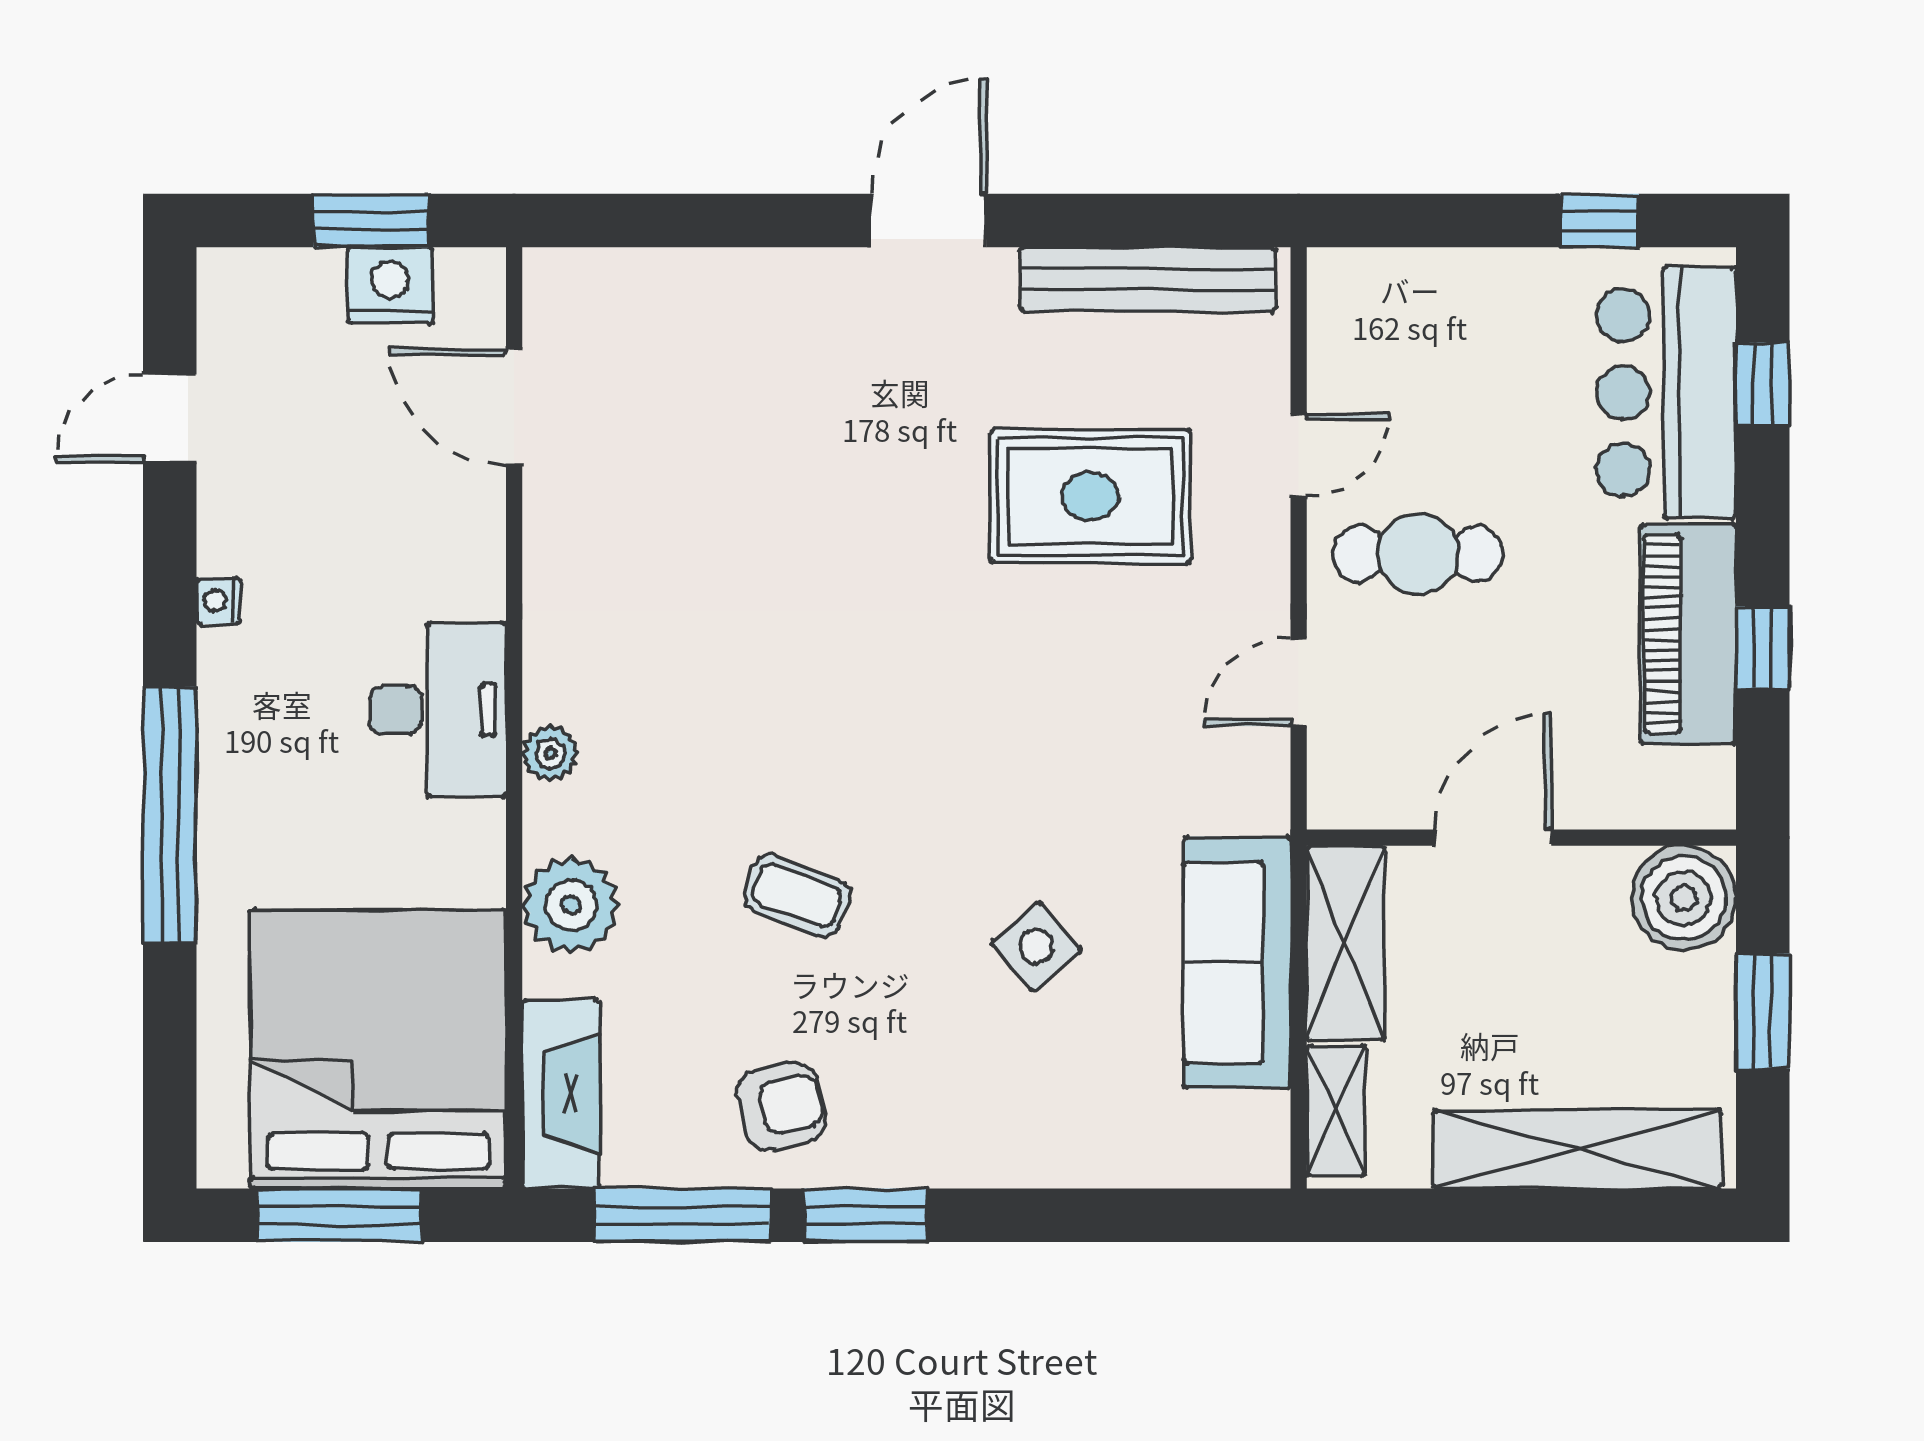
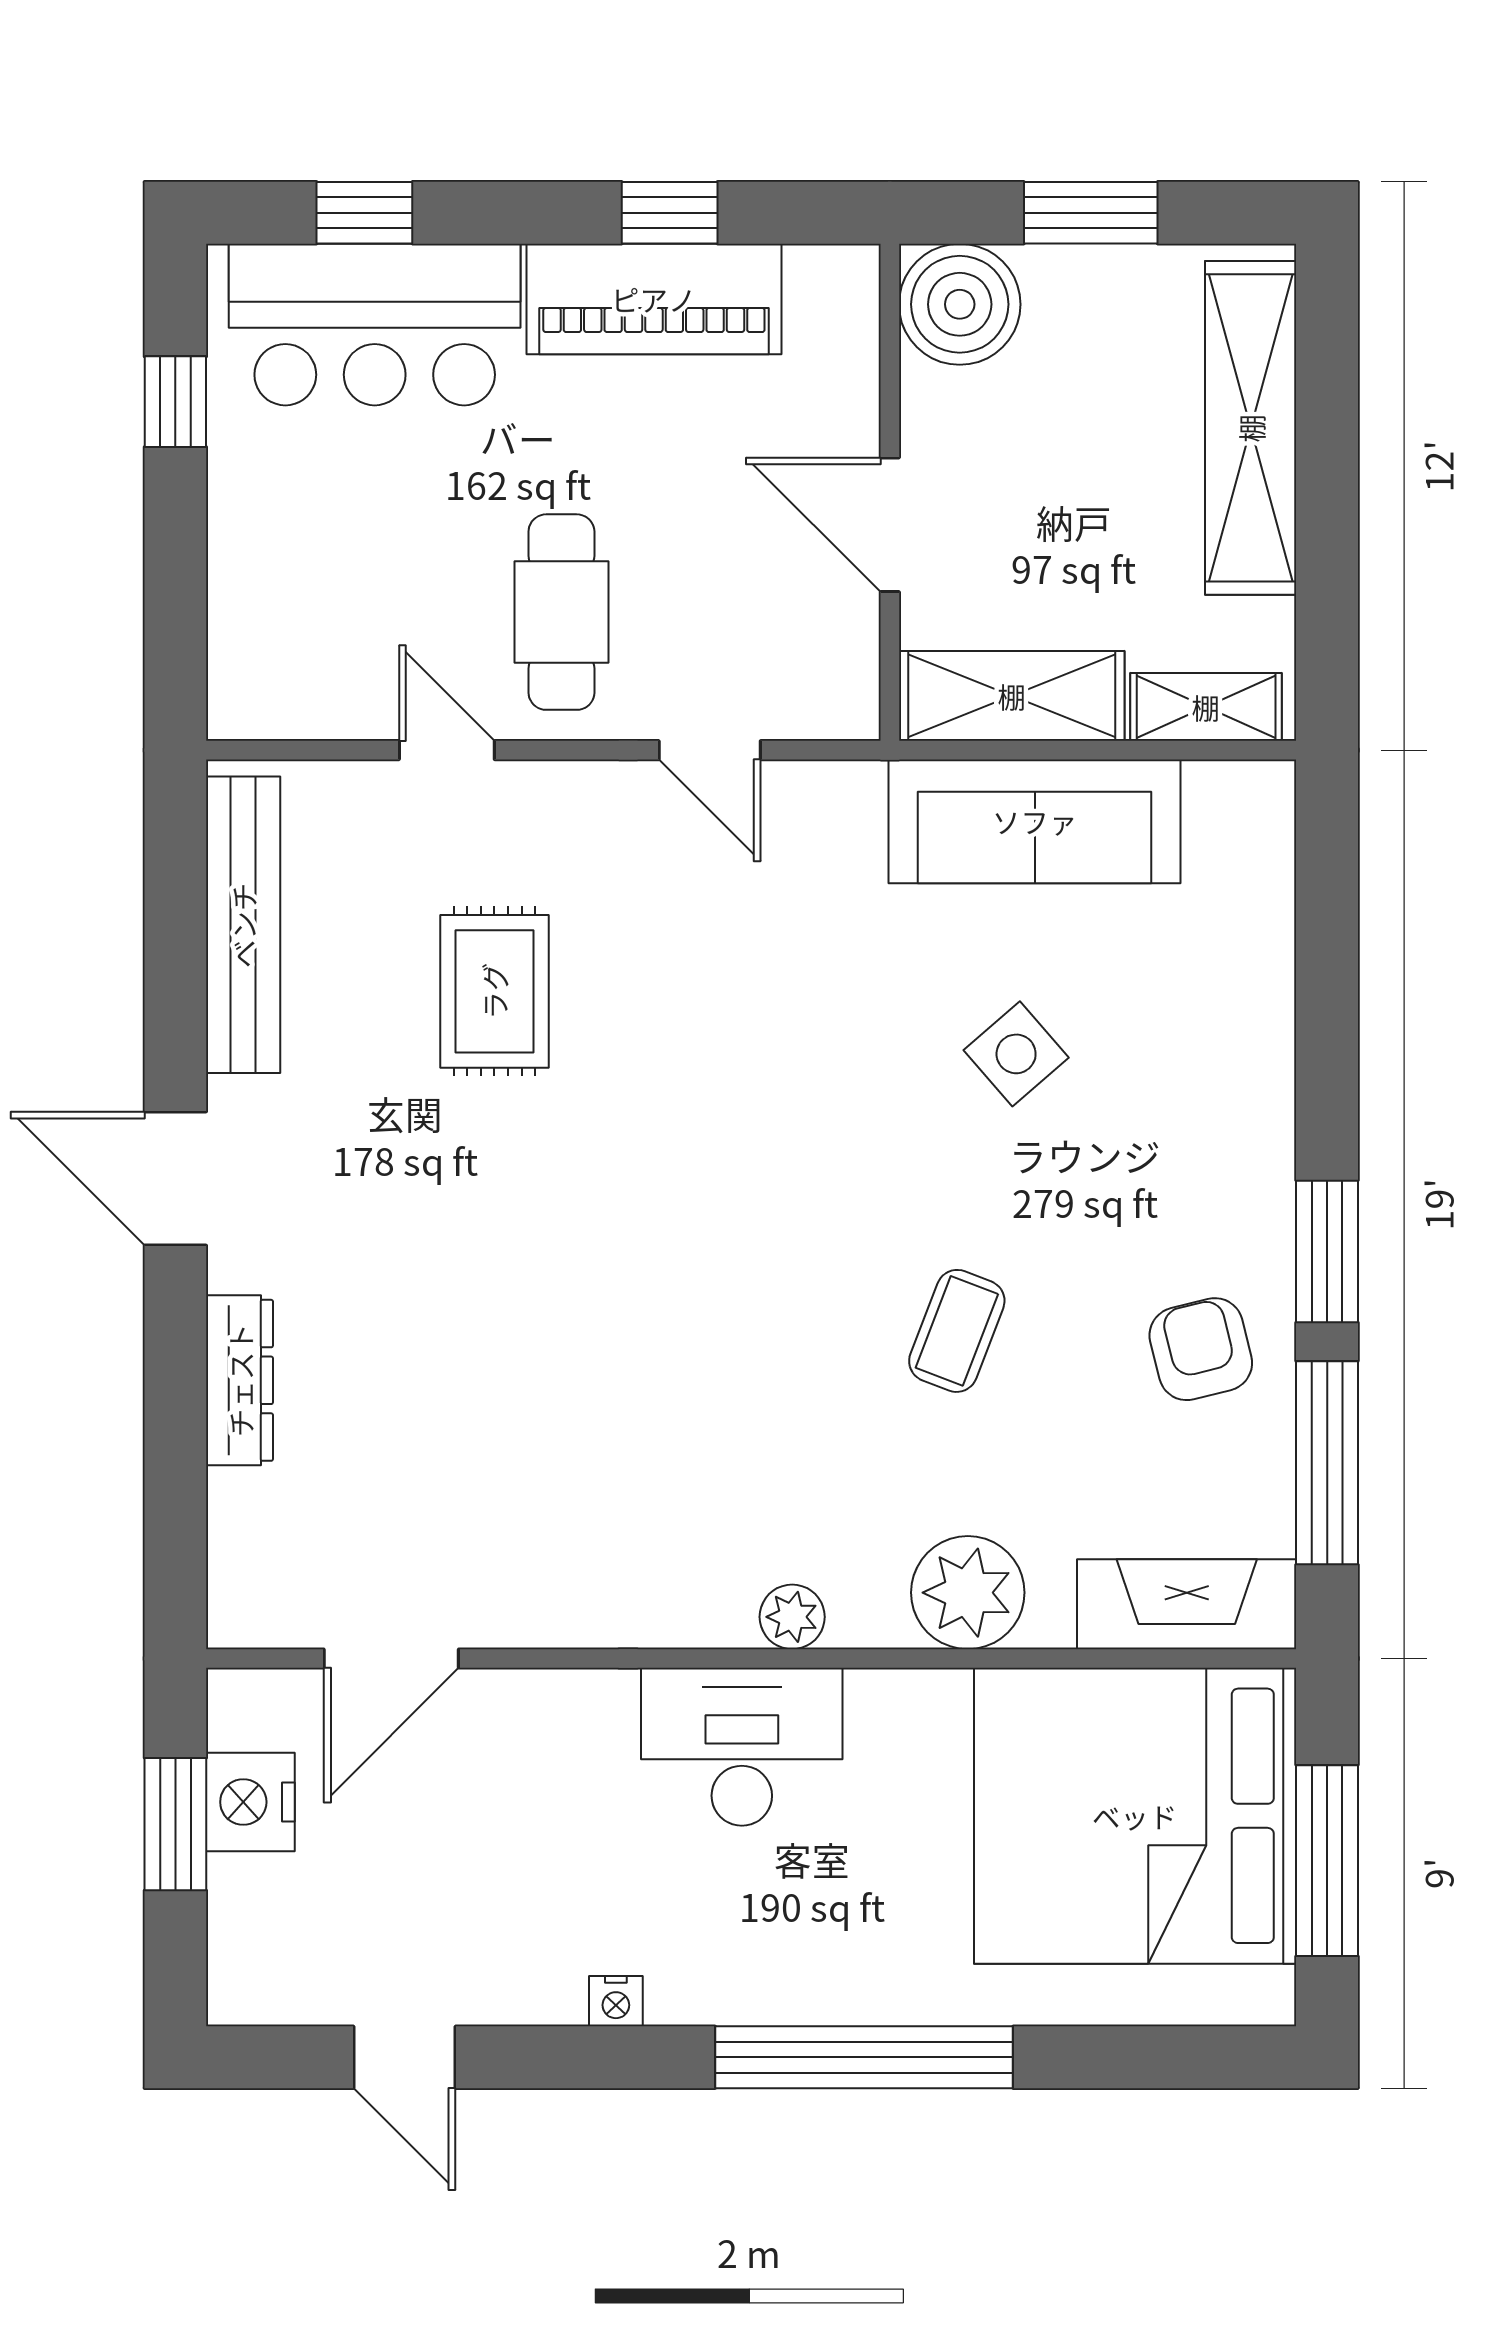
dresser: (754, 276) -> (240, 1380), added
rug: (1090, 496) -> (494, 991), width x0.73, depth x0.70

